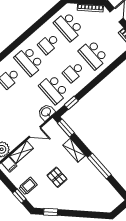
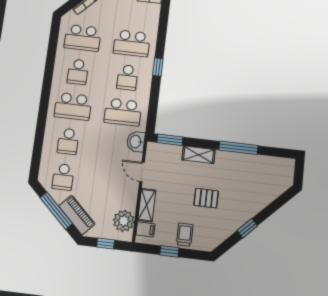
window: (71, 103) -> (158, 67), moved
door: (35, 132) -> (142, 172), swing flipped
window: (19, 196) -> (169, 251), moved
window: (51, 212) -> (247, 228), moved

